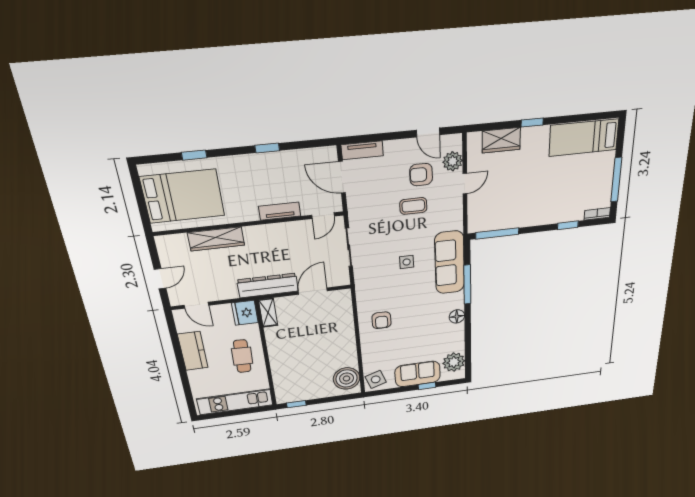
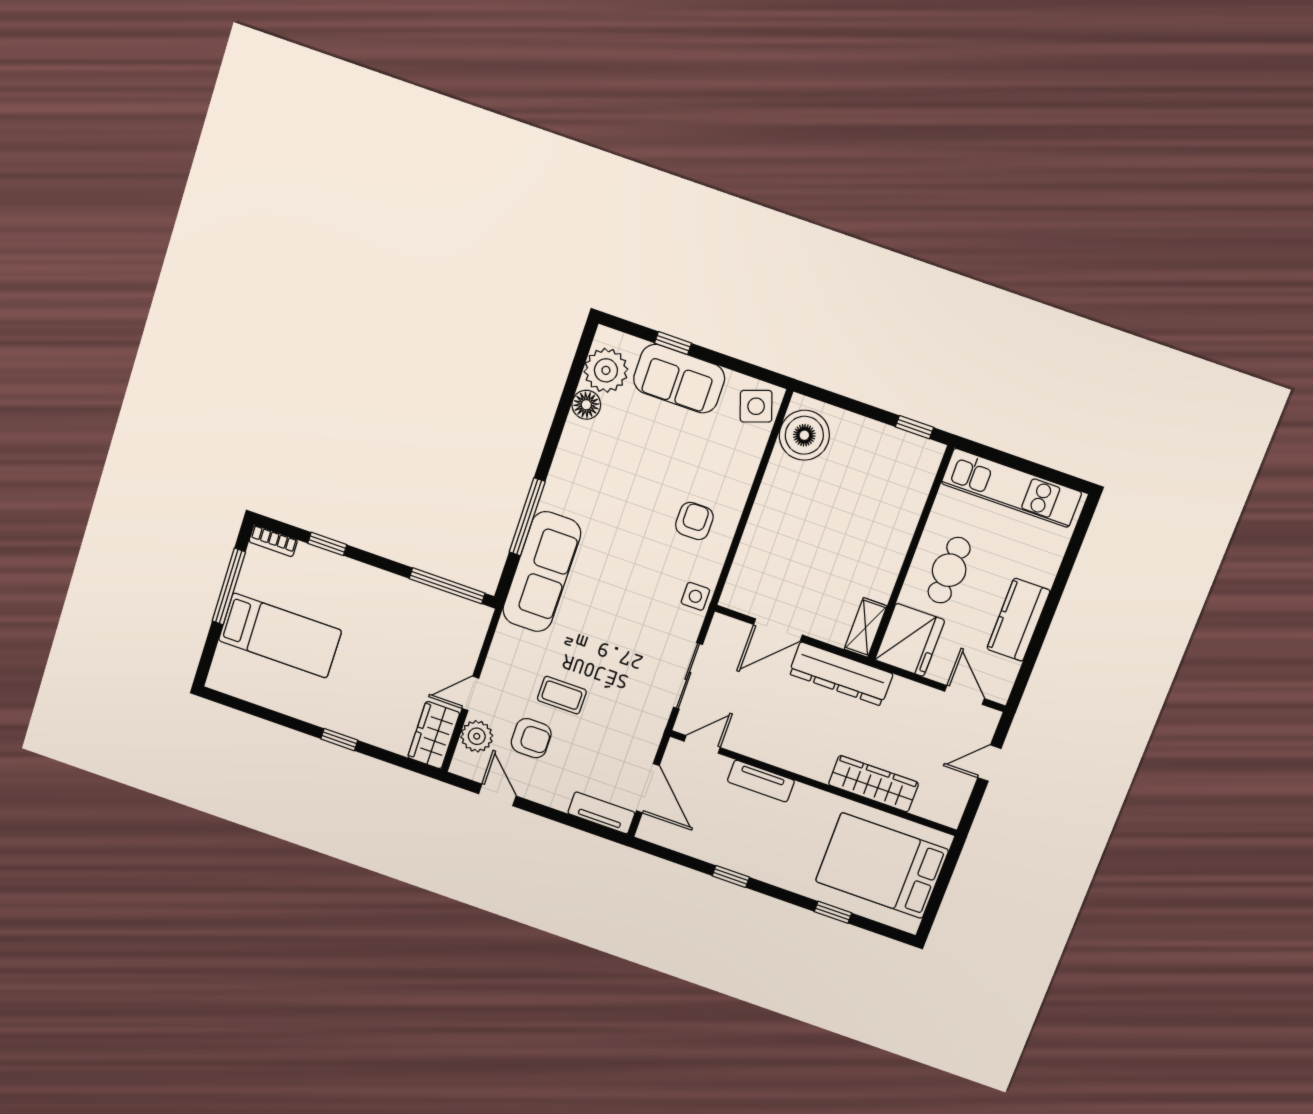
bed: (584, 138) -> (280, 635), moved
wardrobe: (501, 140) -> (434, 735), moved, turned -90
side table: (407, 262) -> (695, 596), moved
fridge: (245, 313) -> (910, 640), width x1.36, depth x1.34
floor lamp: (457, 316) -> (586, 405), moved

